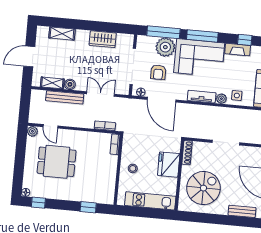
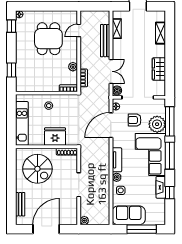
boiler: (70, 84) -> (117, 90), moved
plant: (32, 131) -> (73, 67), moved

